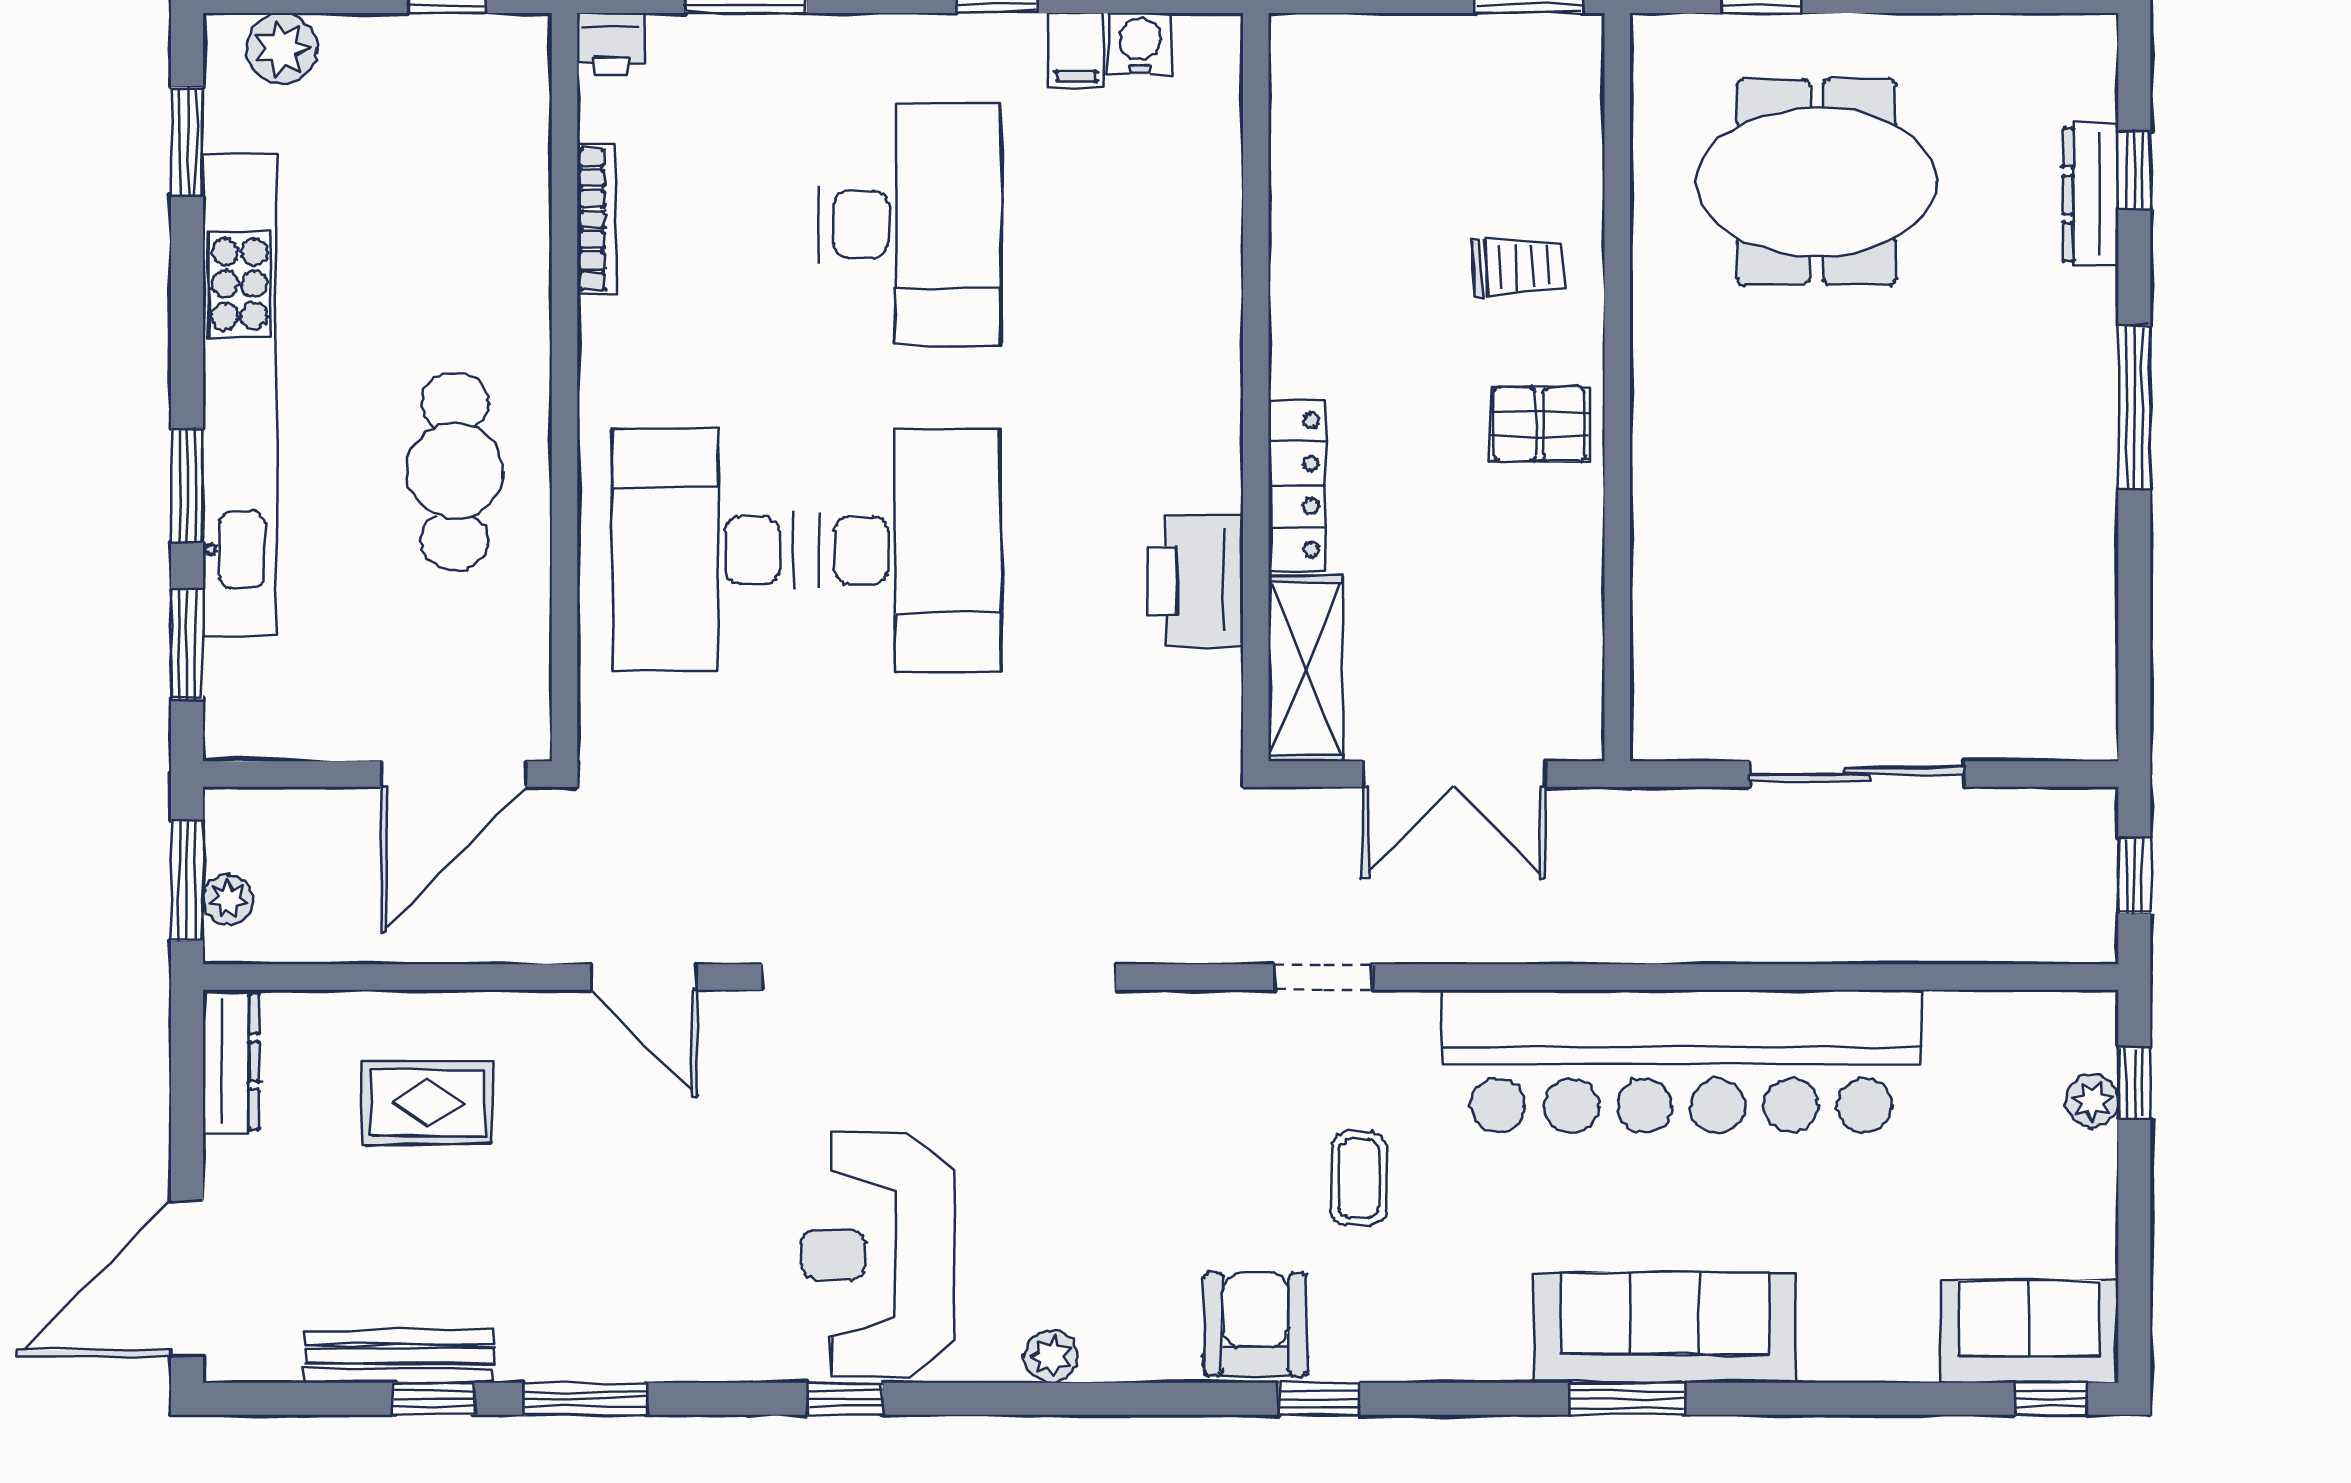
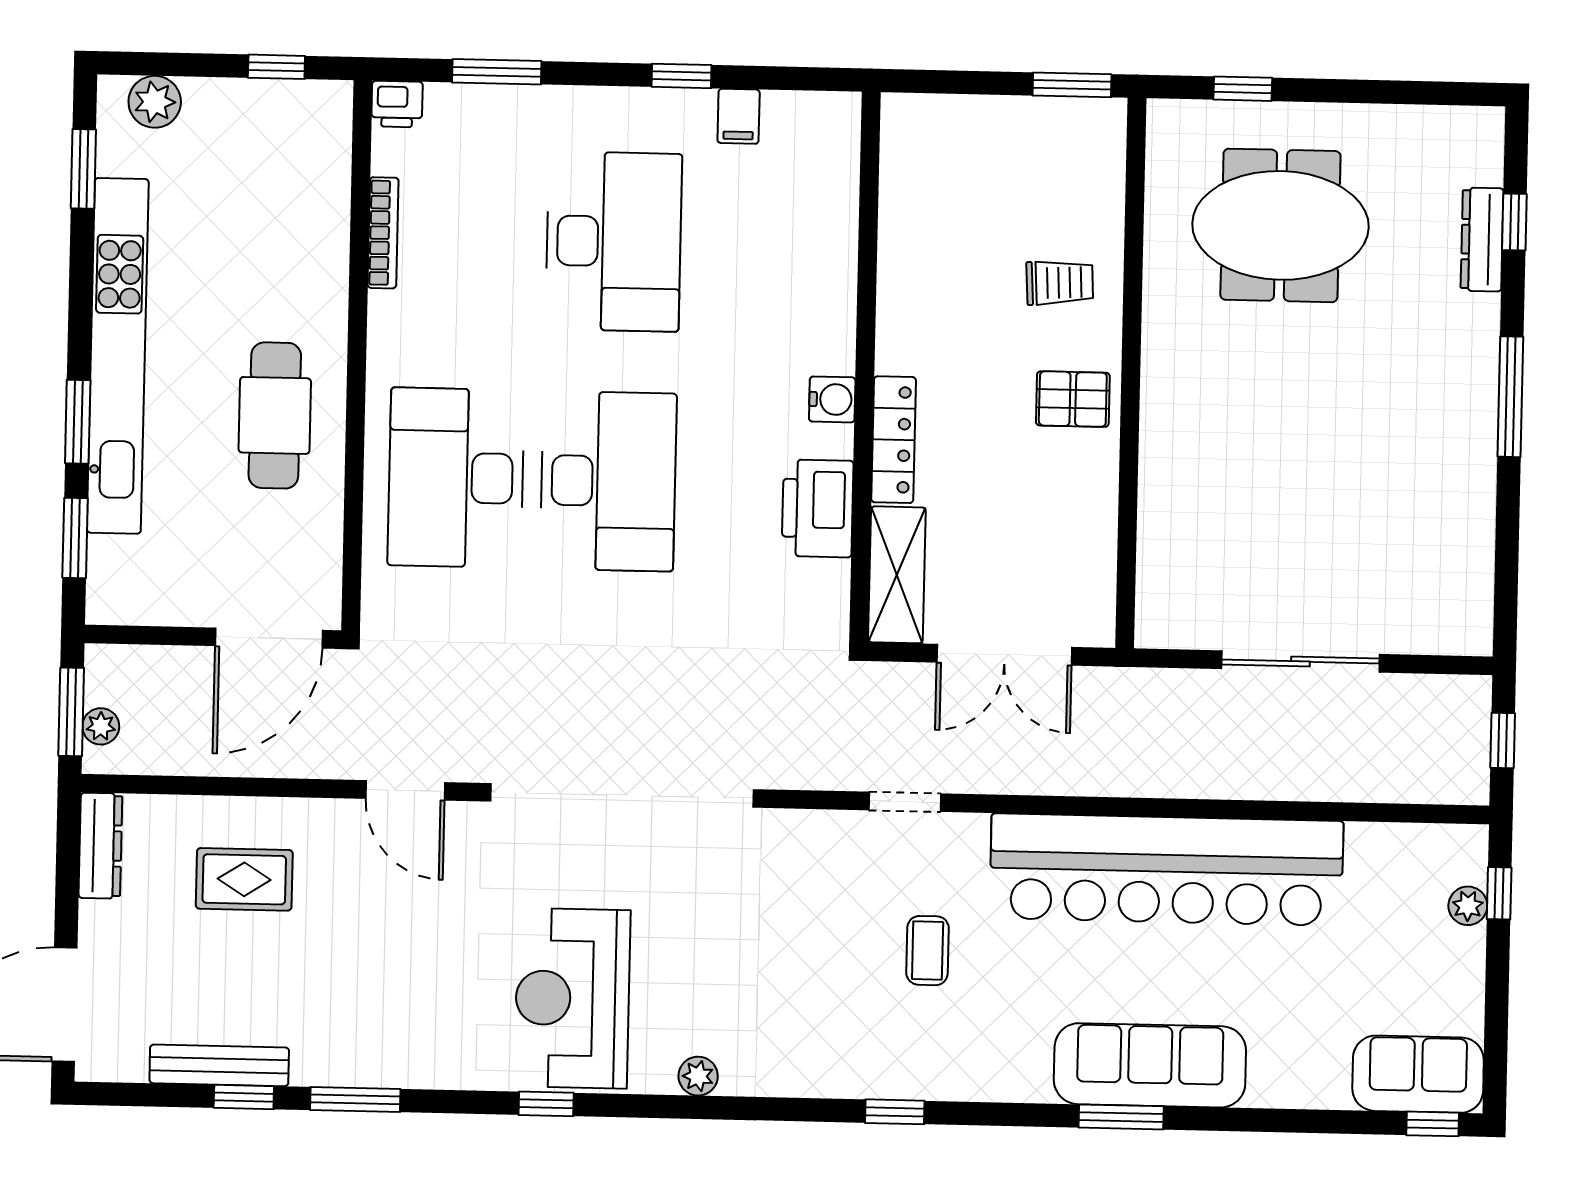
water cooler: (1140, 44) -> (832, 399), moved, turned 90
armchair: (1255, 1324) -> (849, 1056), removed

